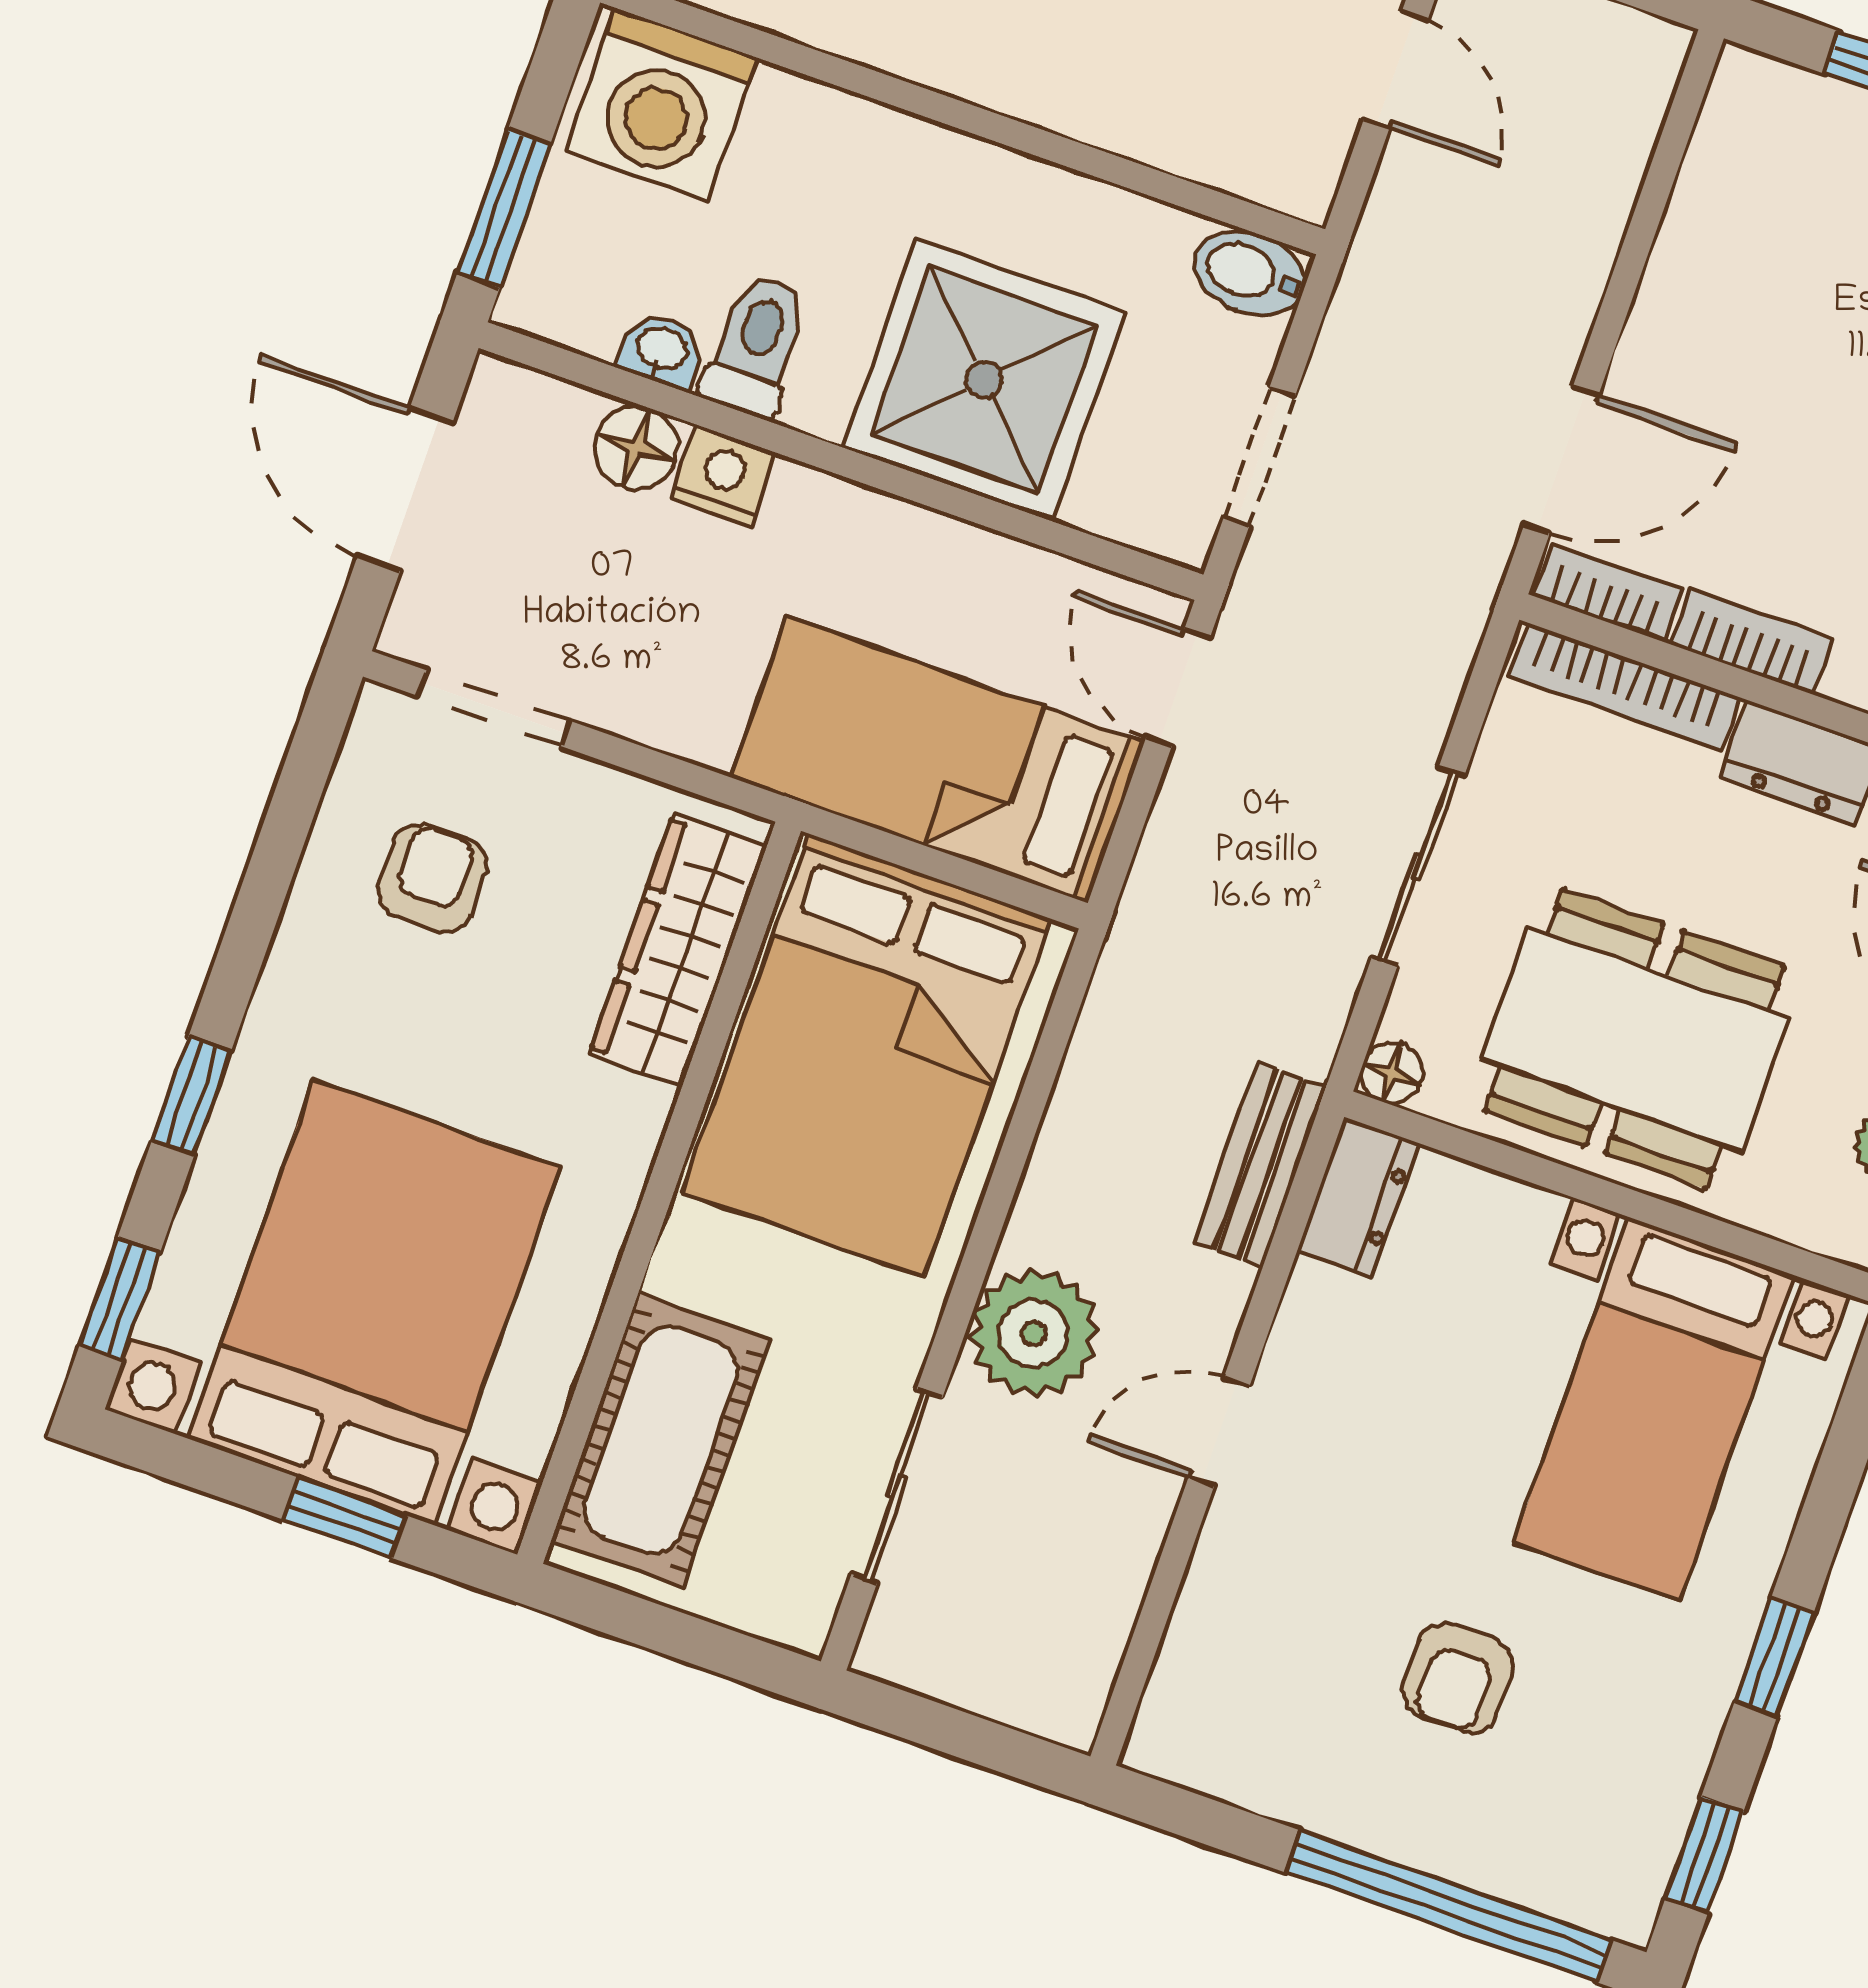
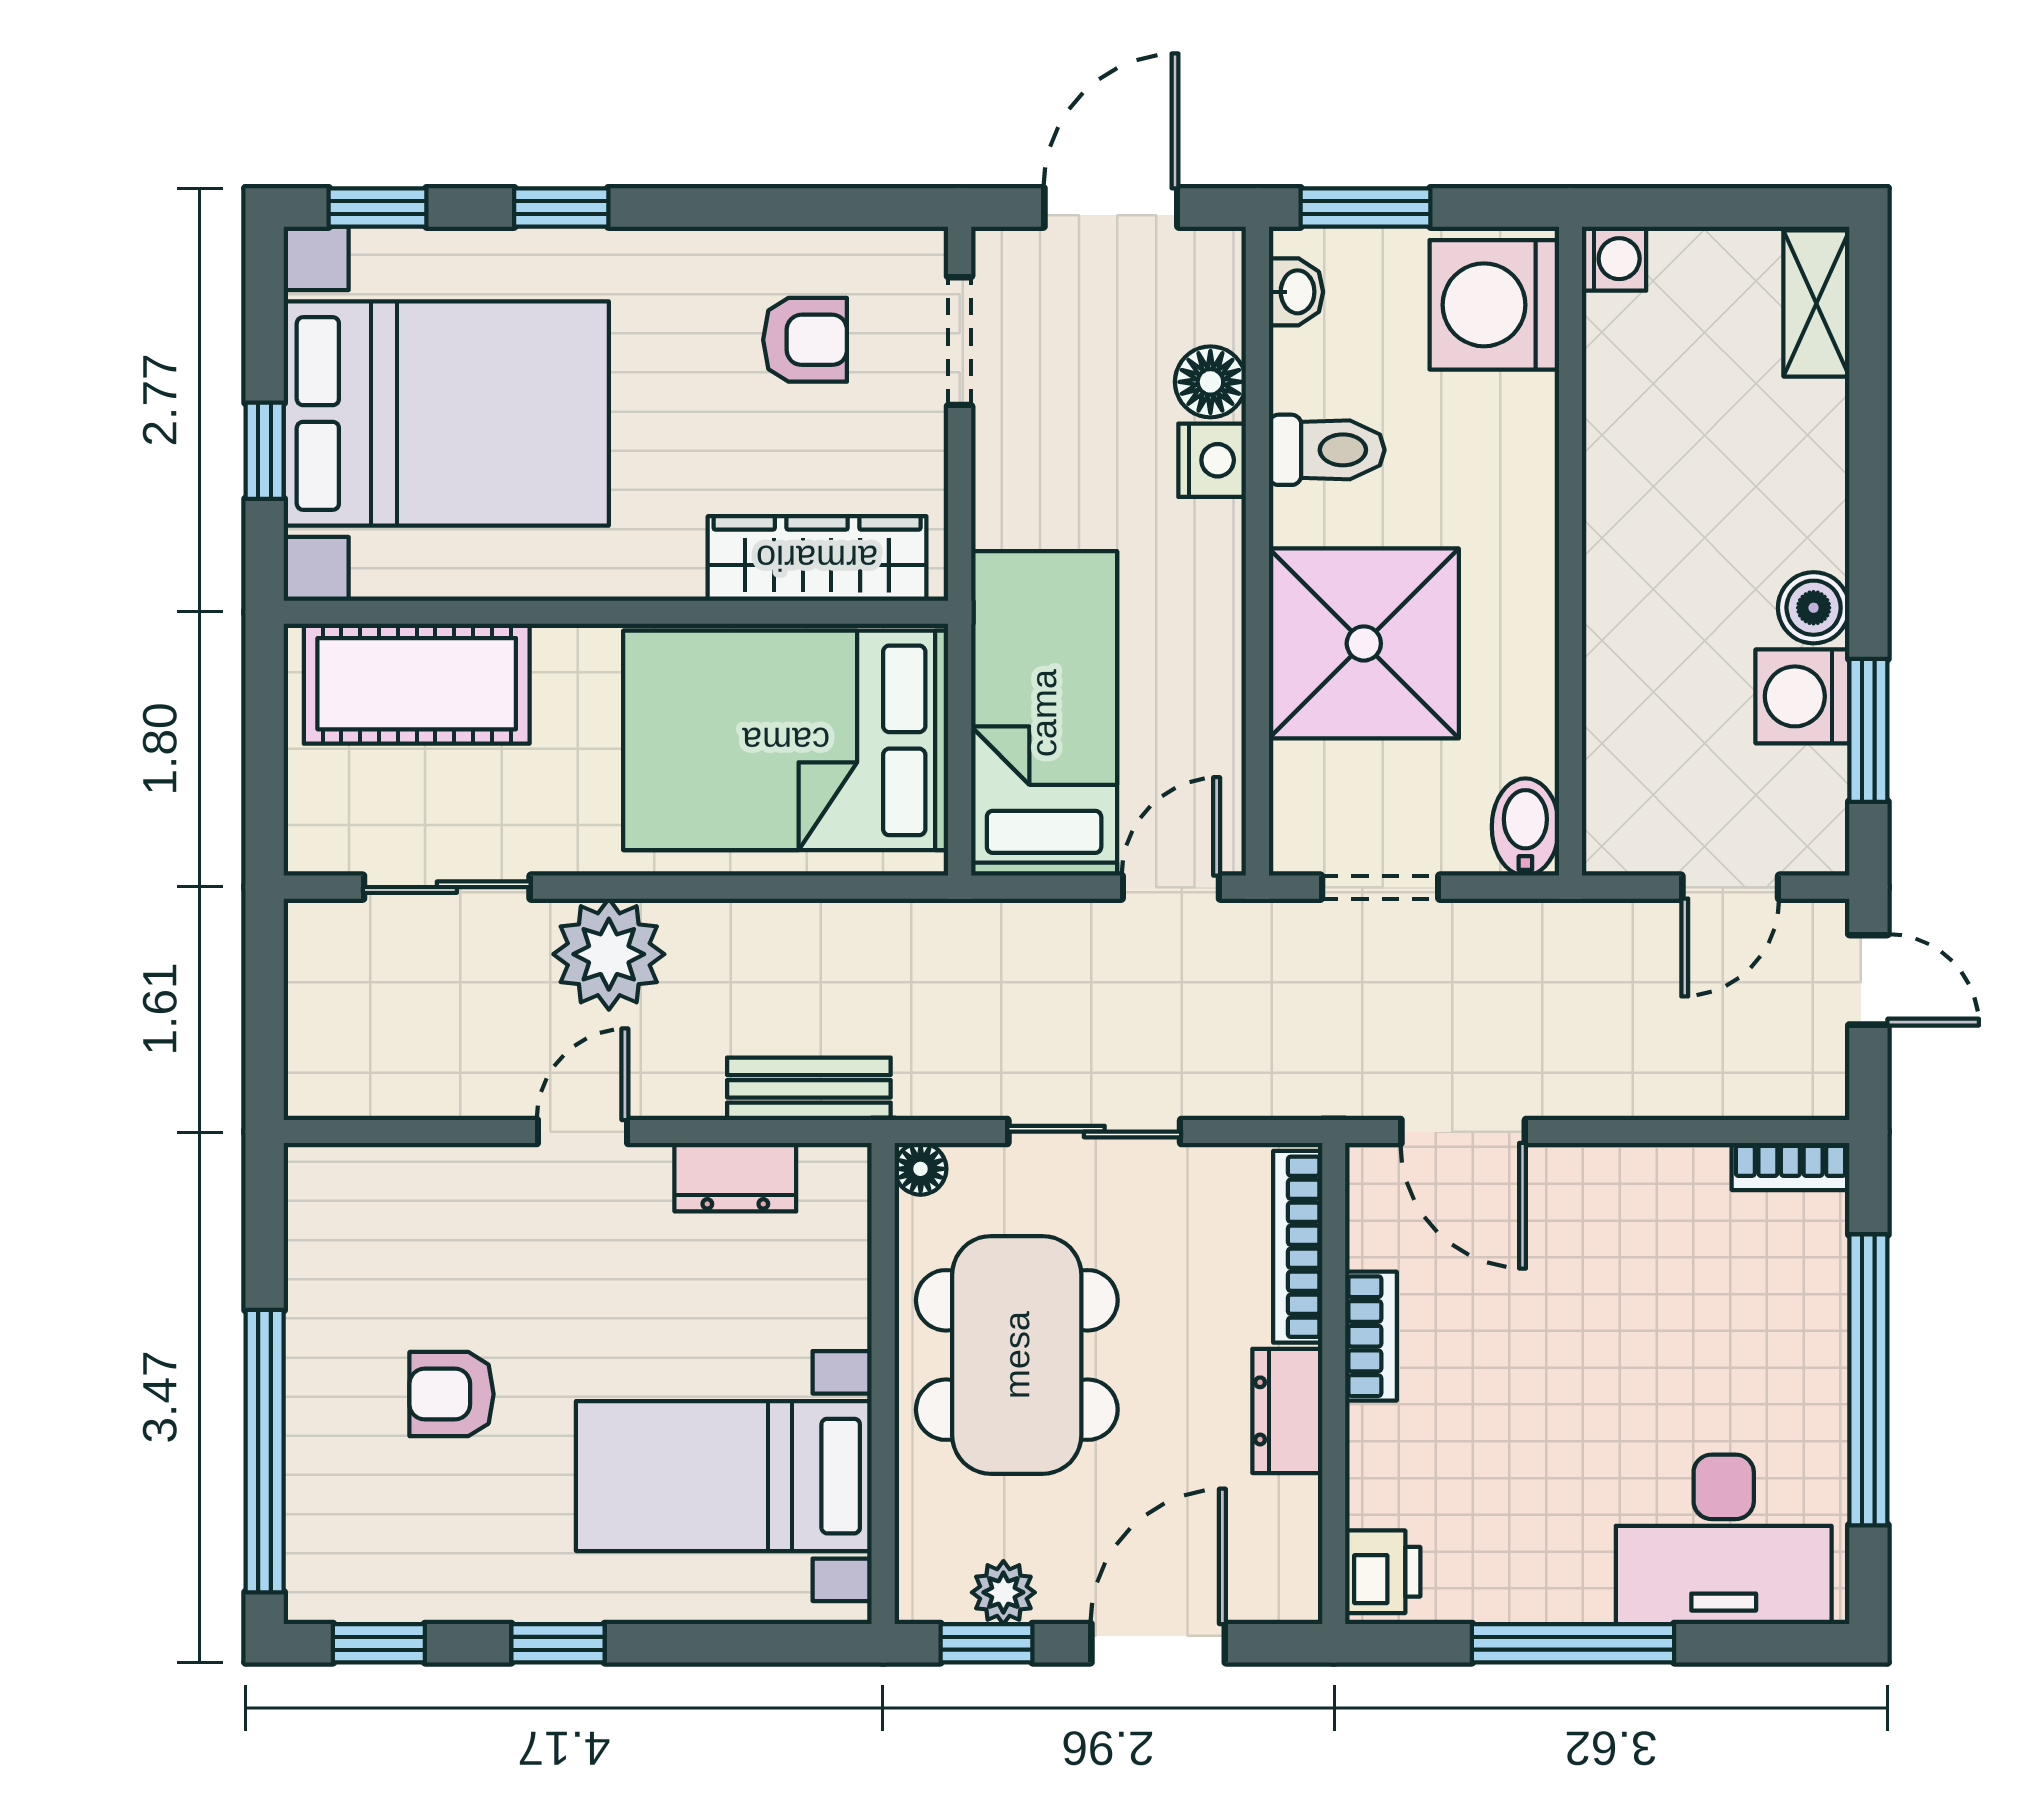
washbasin: (662, 350) -> (1296, 292), moved
bookcase: (1608, 593) -> (1790, 1167), moved, turned 90
dresser: (1358, 1197) -> (735, 1177), moved
door: (1219, 1431) -> (582, 1132), hinge flipped

